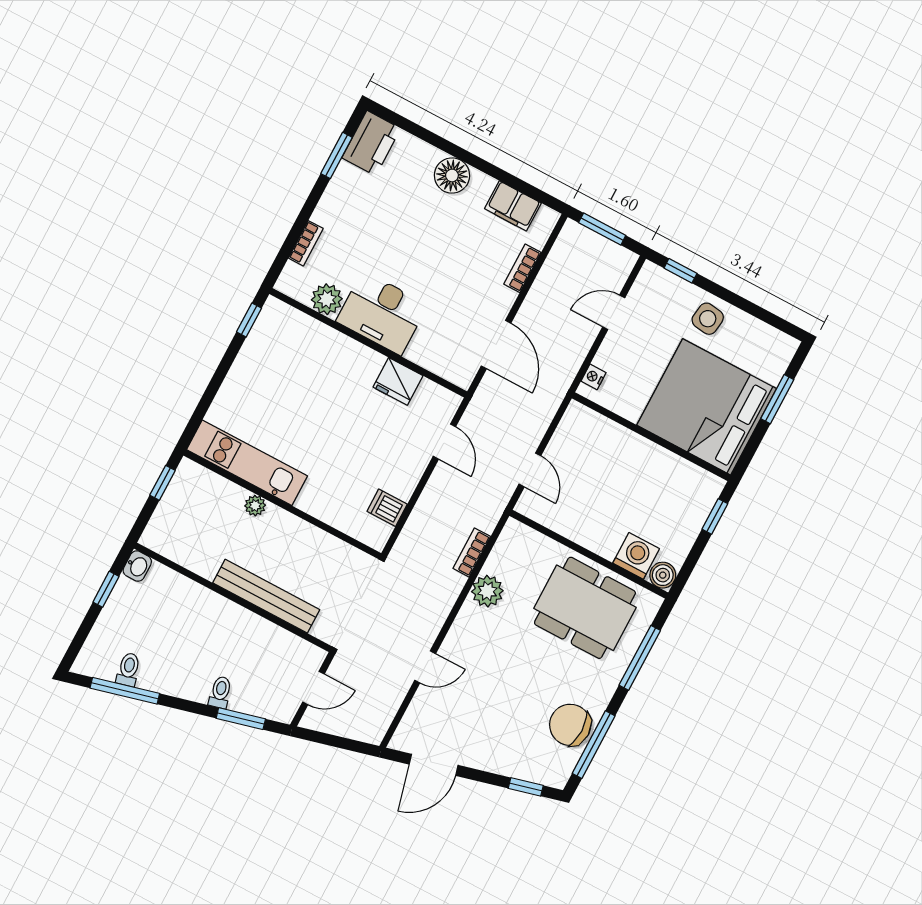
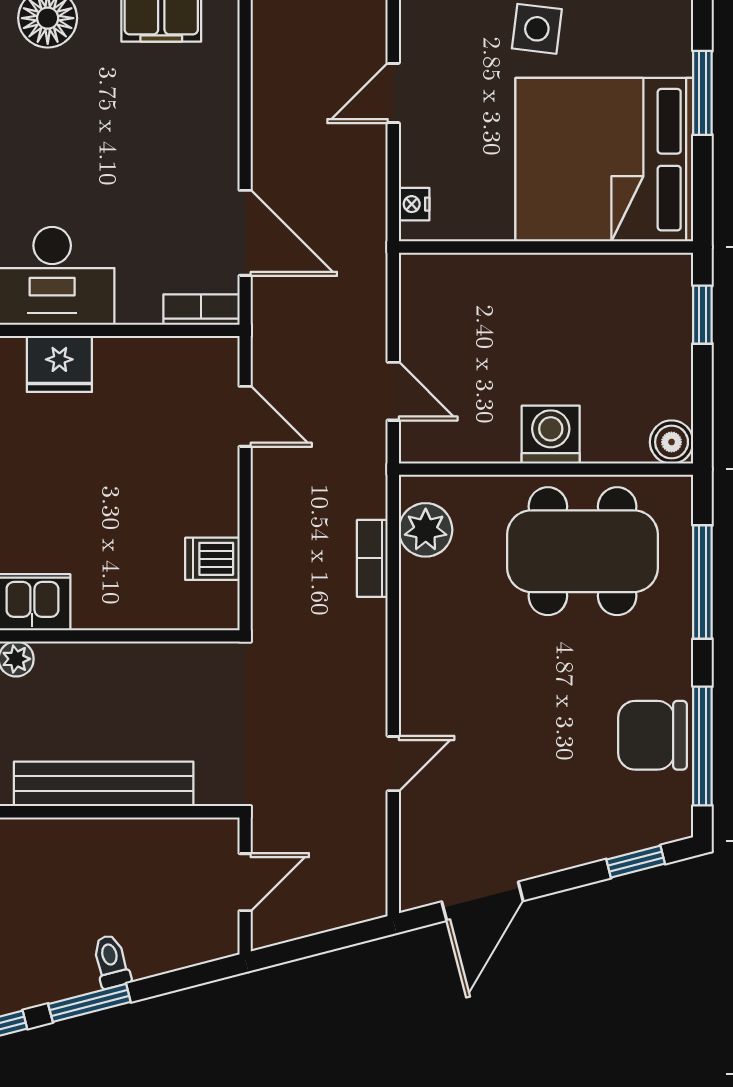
bookcase: (522, 268) -> (201, 310), moved, turned 90
fridge: (398, 381) -> (59, 364), moved
washing machine: (636, 556) -> (551, 435), moved
plant: (487, 591) -> (426, 530), moved
window: (241, 719) -> (89, 1003), moved

